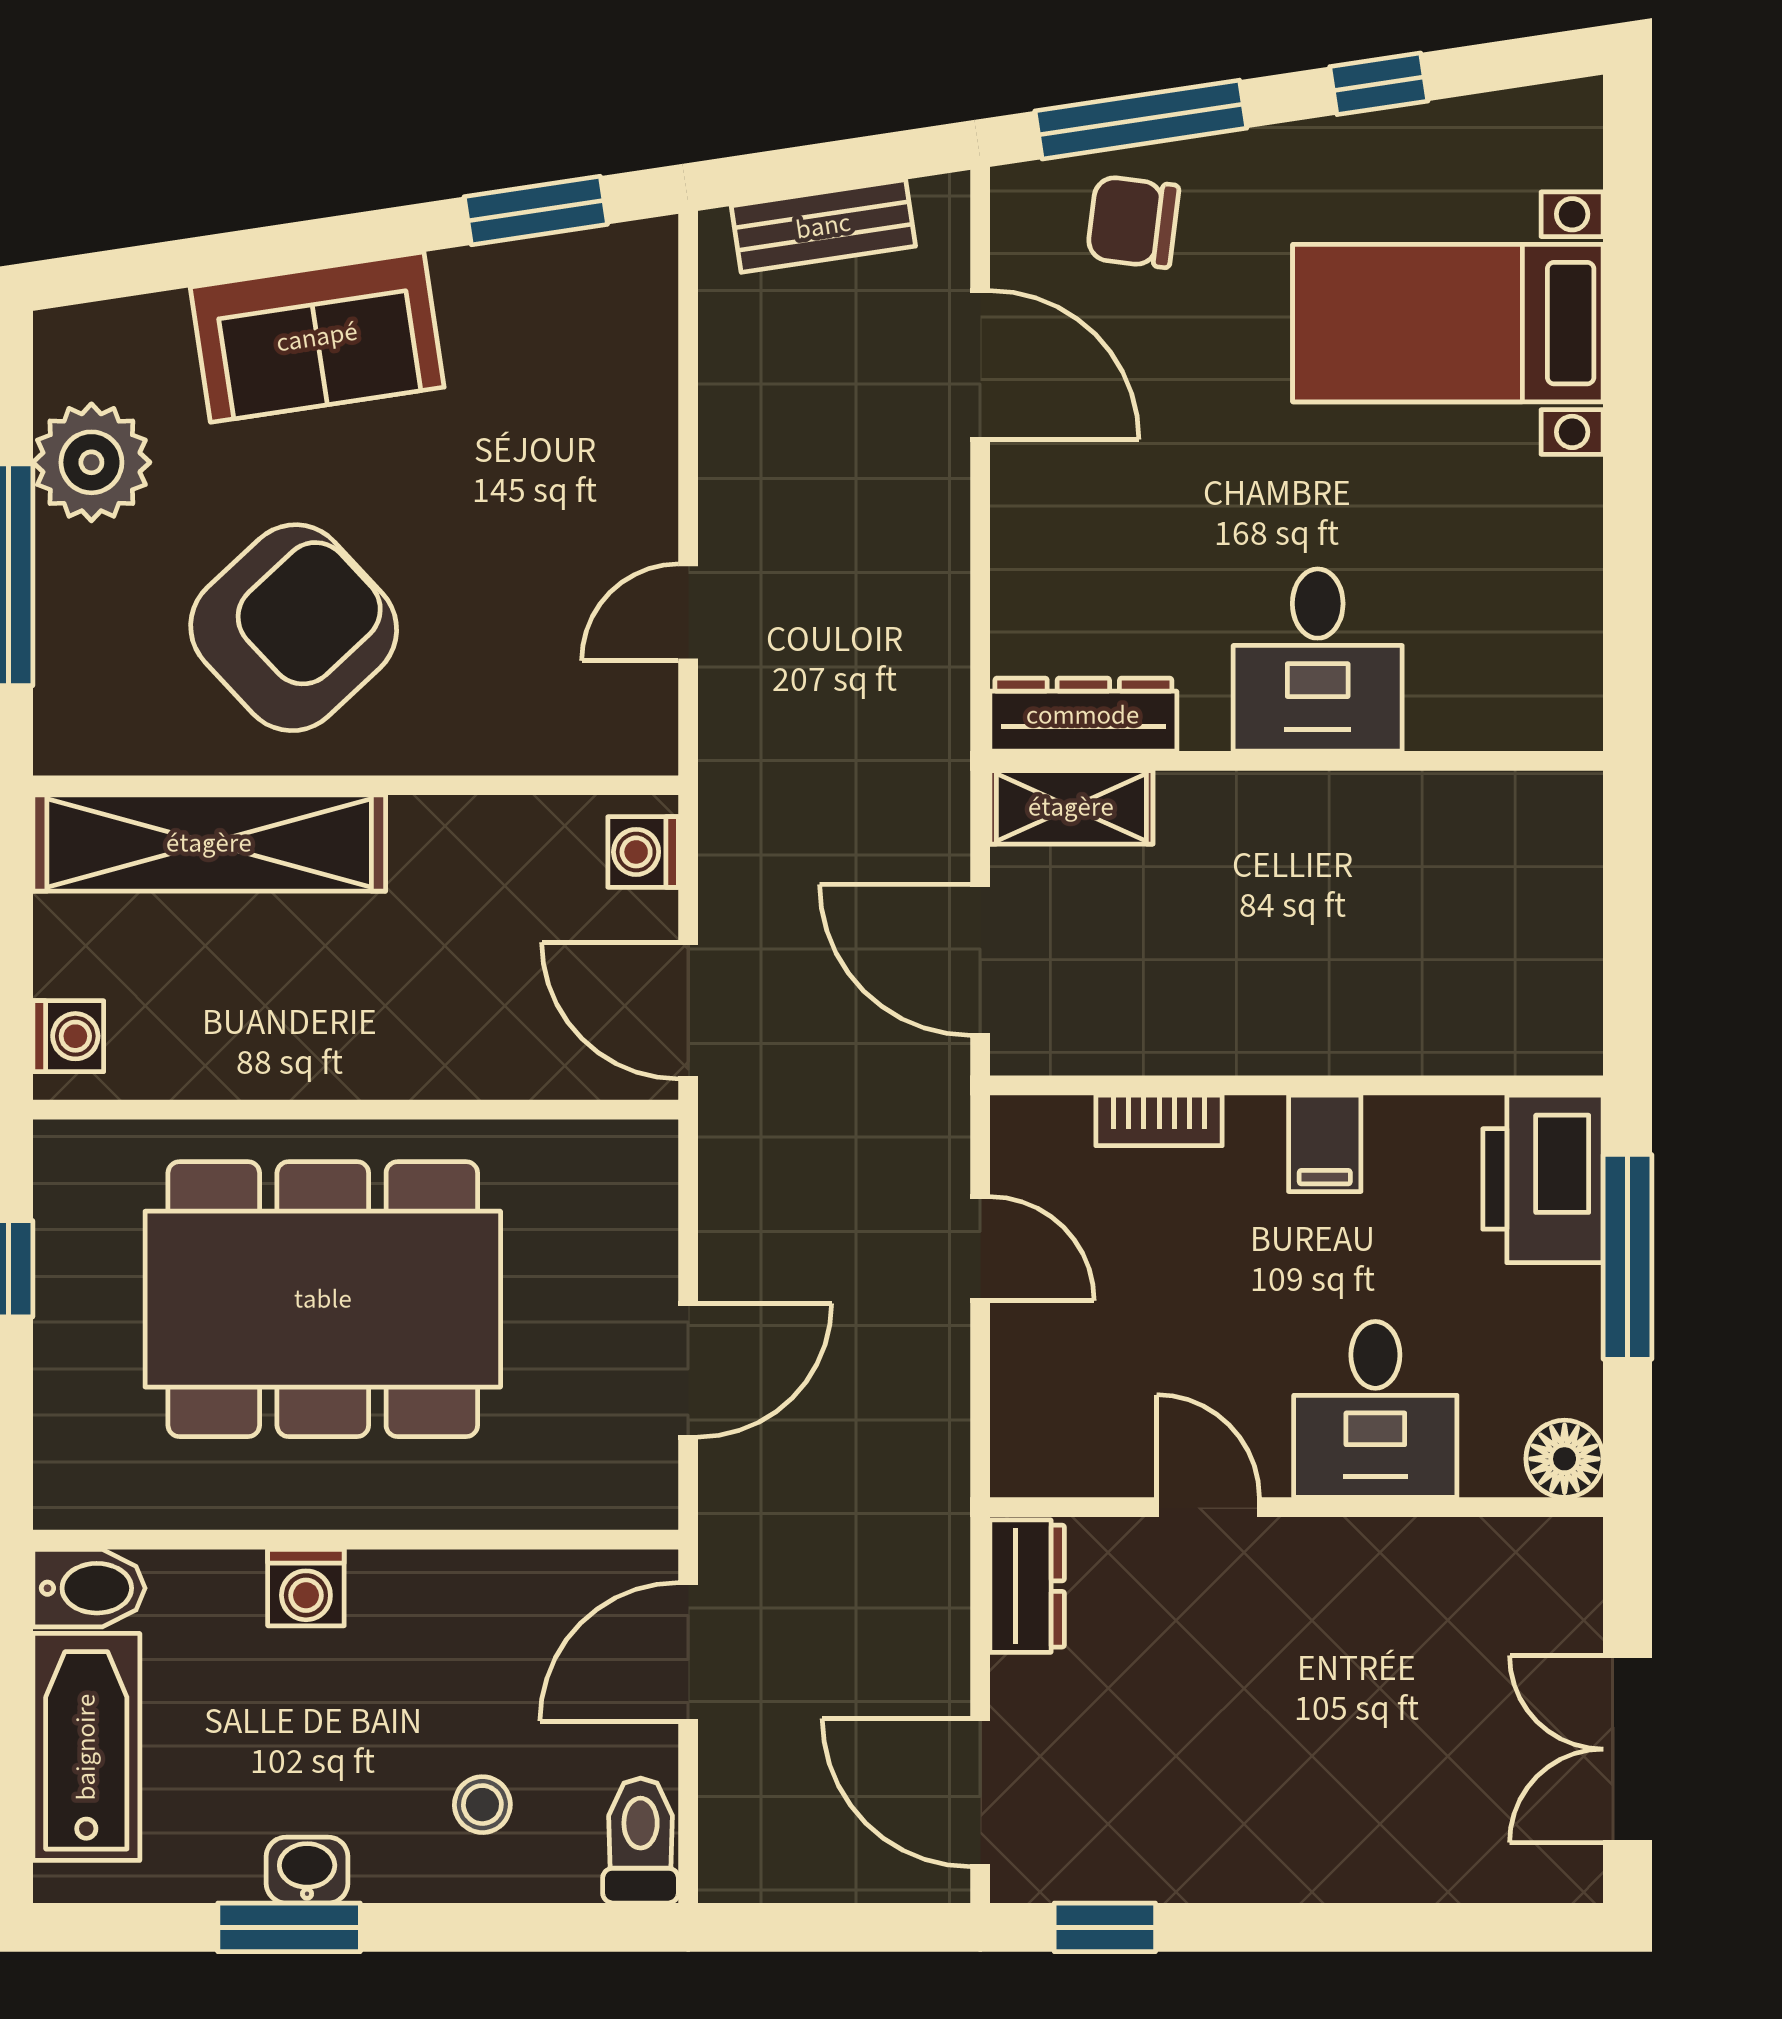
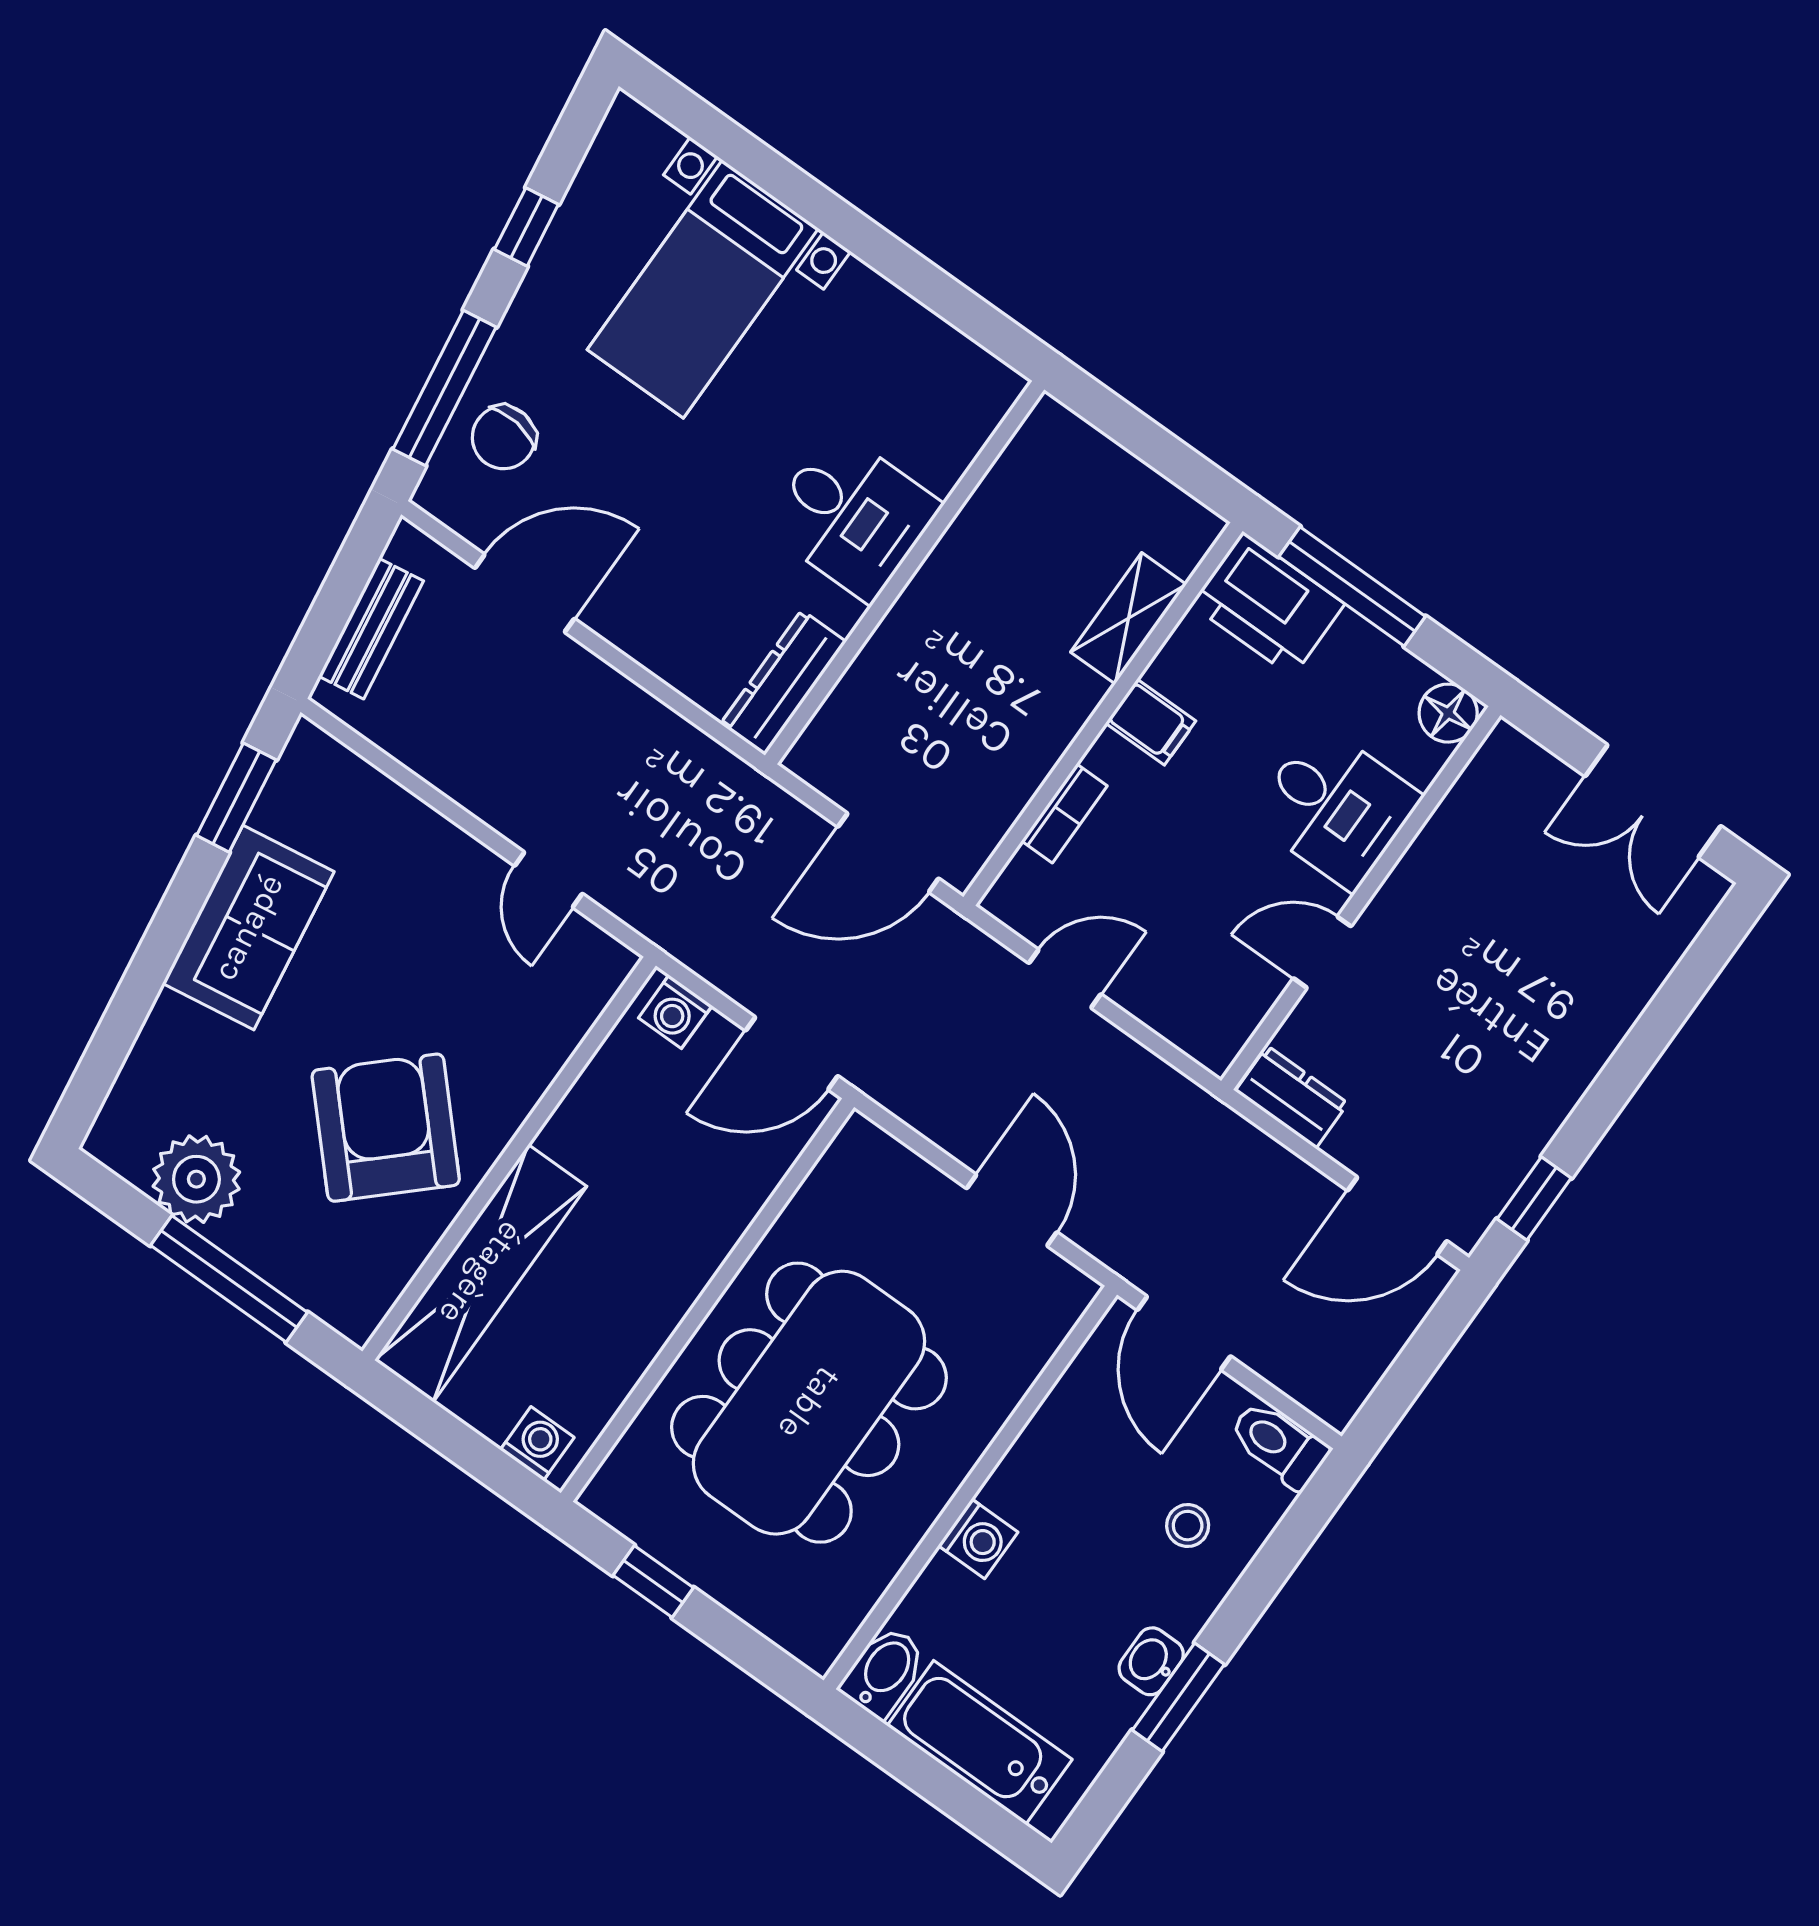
sofa: (317, 337) -> (248, 927), moved
shelving: (1071, 807) -> (1128, 618), moved

